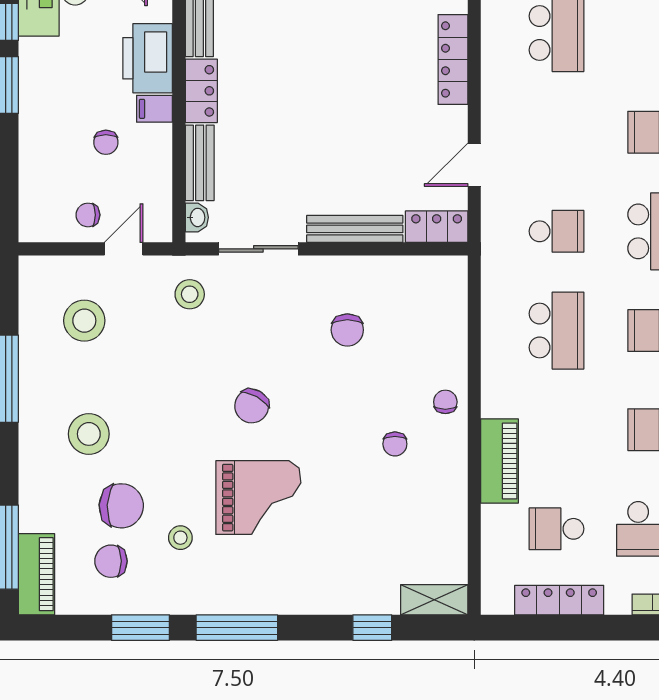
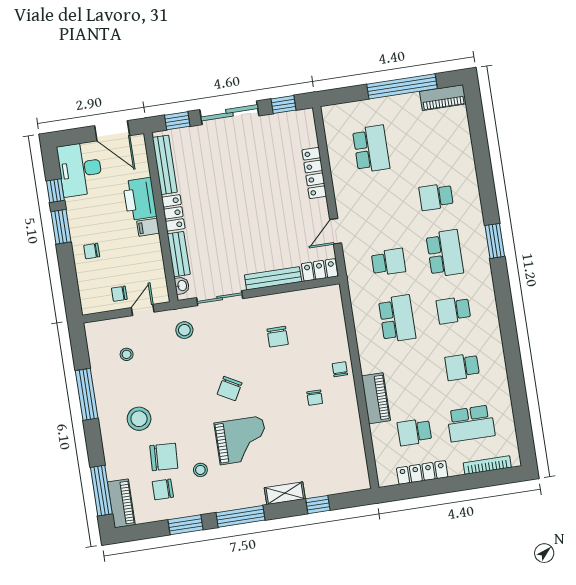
chair: (106, 142) -> (92, 251), moved, turned 90
stool: (84, 321) -> (127, 354), width x0.53, depth x0.53
shelving: (434, 600) -> (285, 493), moved

